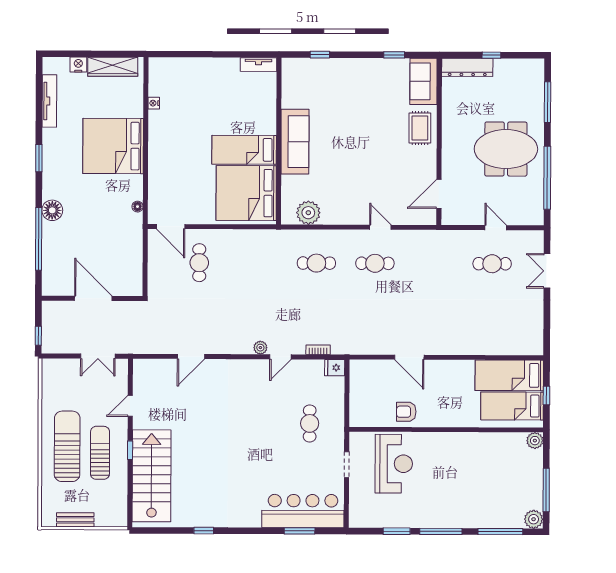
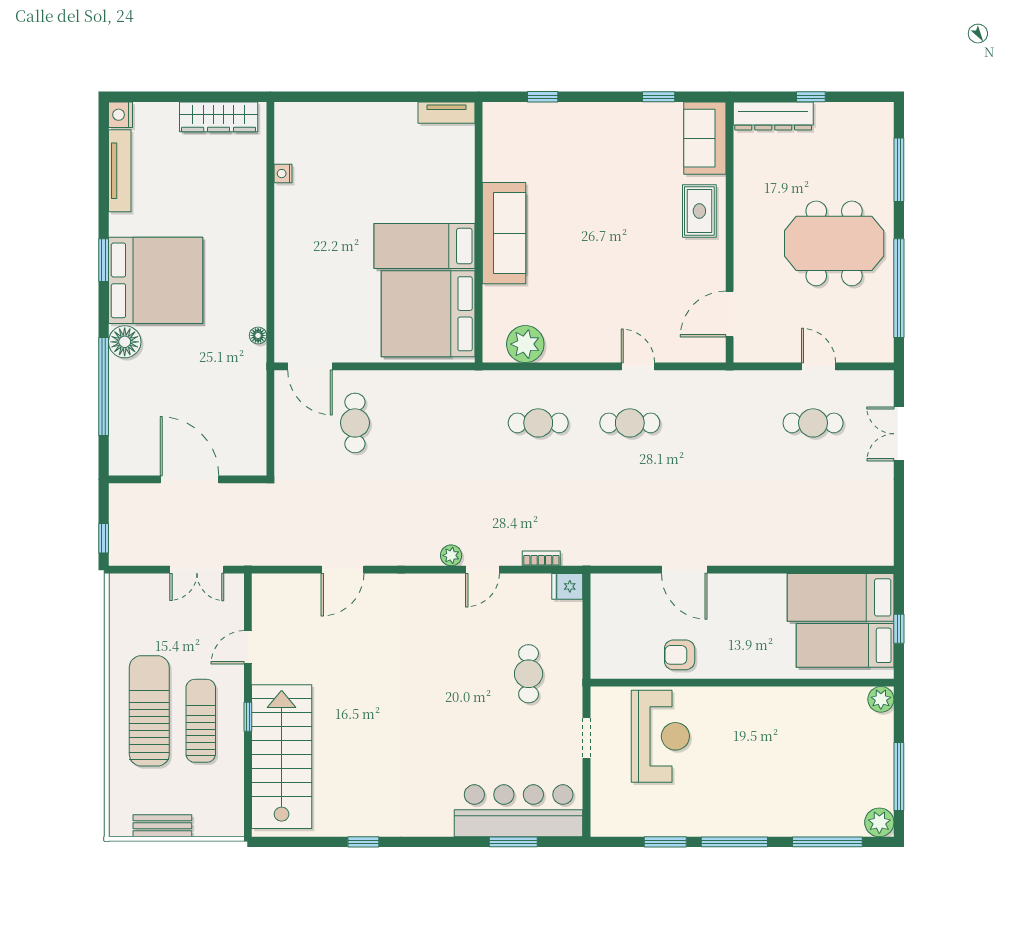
nightstand: (78, 65) -> (120, 115), moved, turned -90
bed: (113, 146) -> (156, 280), moved, turned 180

